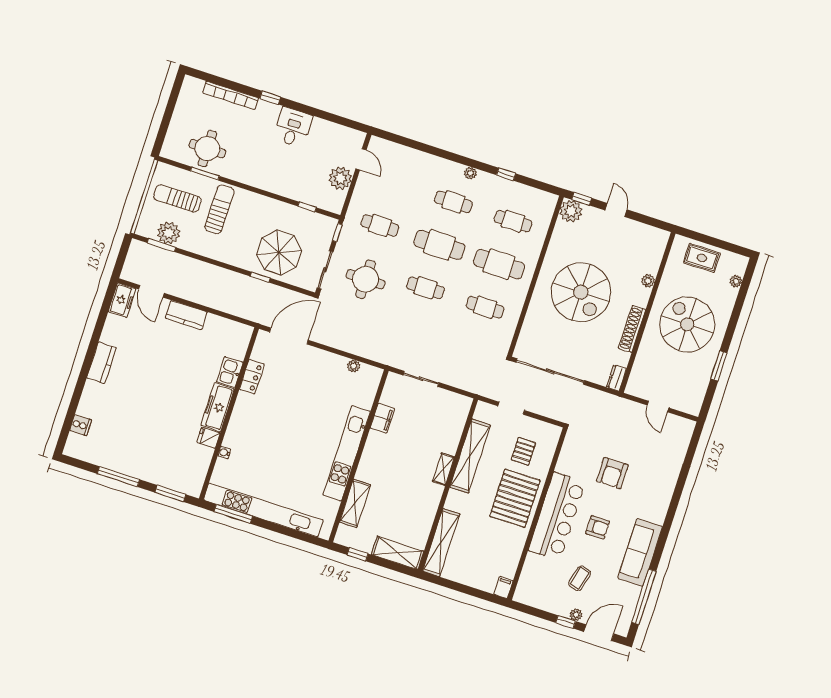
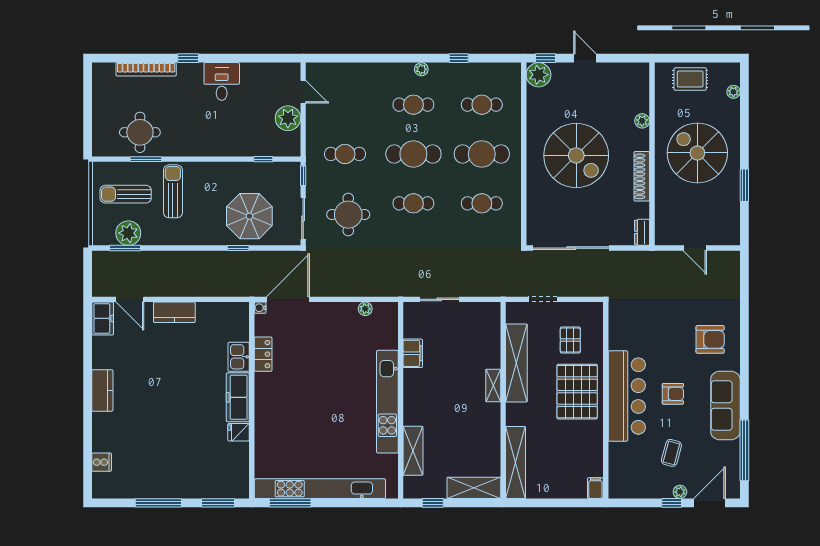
water cooler: (224, 453) -> (260, 308), moved
armchair: (612, 473) -> (710, 339), moved, turned -90

